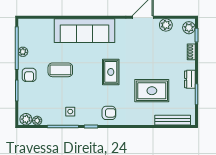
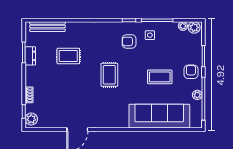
plant: (166, 25) -> (54, 122), removed
sofa: (85, 31) -> (159, 116), moved
dresser: (190, 79) -> (30, 56), moved
rug: (152, 91) -> (68, 56), width x0.73, depth x0.70
armchair: (109, 113) -> (129, 41), moved

